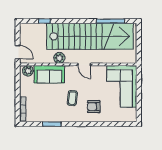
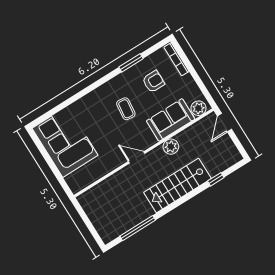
stairs: (90, 36) -> (178, 185), width x0.54, depth x0.66
door: (18, 52) -> (225, 123), hinge flipped
corner sofa: (122, 86) -> (65, 142), moved
armchair: (94, 107) -> (153, 82), moved

